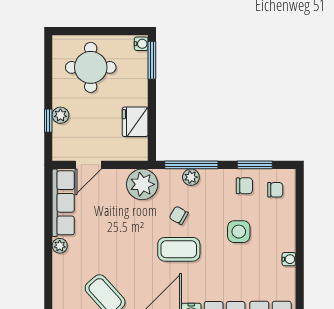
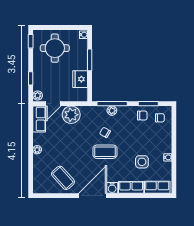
window: (48, 55) -> (31, 41), added
window: (152, 60) -> (90, 60), moved
plant: (60, 115) -> (38, 95), moved
plant: (142, 184) -> (71, 115), moved
row of seats: (63, 203) -> (39, 119), width x0.68
side table: (239, 232) -> (142, 162), moved

